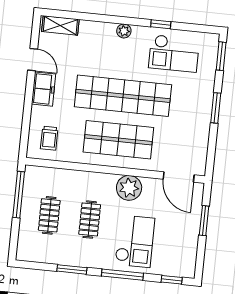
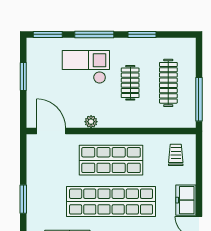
plant: (129, 188) -> (91, 122), width x0.53, depth x0.53
clothes rail: (49, 215) -> (168, 83), width x1.36
window: (204, 221) -> (23, 77), moved
checkout: (135, 241) -> (86, 67), turned 90
window: (172, 280) -> (48, 34), width x1.50

